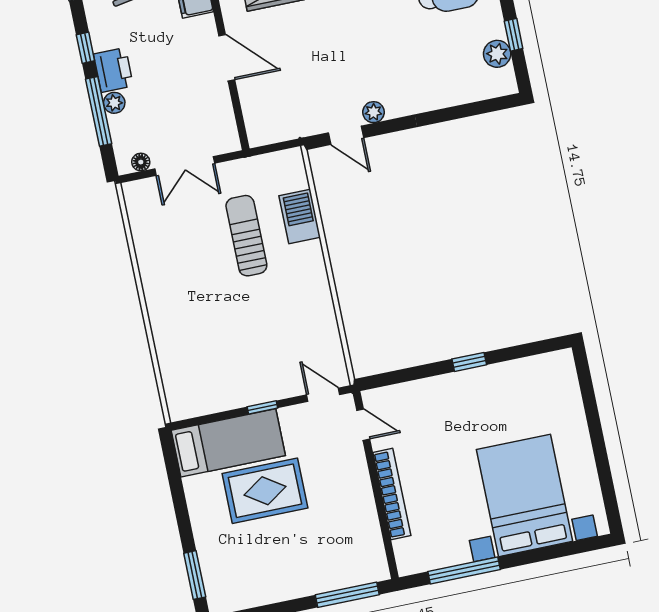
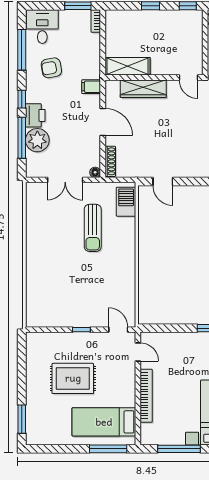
plant: (114, 103) -> (37, 140), width x1.87, depth x1.87
plant: (373, 112) -> (182, 171), removed
shoe rack: (252, 120) -> (110, 161), added
floor lamp: (141, 162) -> (95, 172), moved
barbecue: (300, 217) -> (126, 202), moved
sun lounger: (246, 236) -> (93, 228), turned 180
bed: (228, 443) -> (104, 422), moved, turned 180

